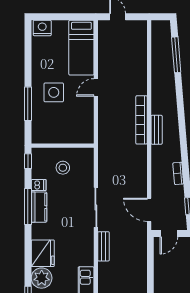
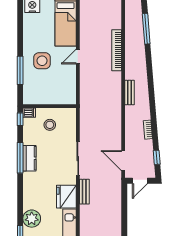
bookcase: (142, 120) -> (117, 50), moved
dishwasher: (39, 185) -> (29, 113), moved
fridge: (43, 253) -> (66, 197), moved, turned 180

